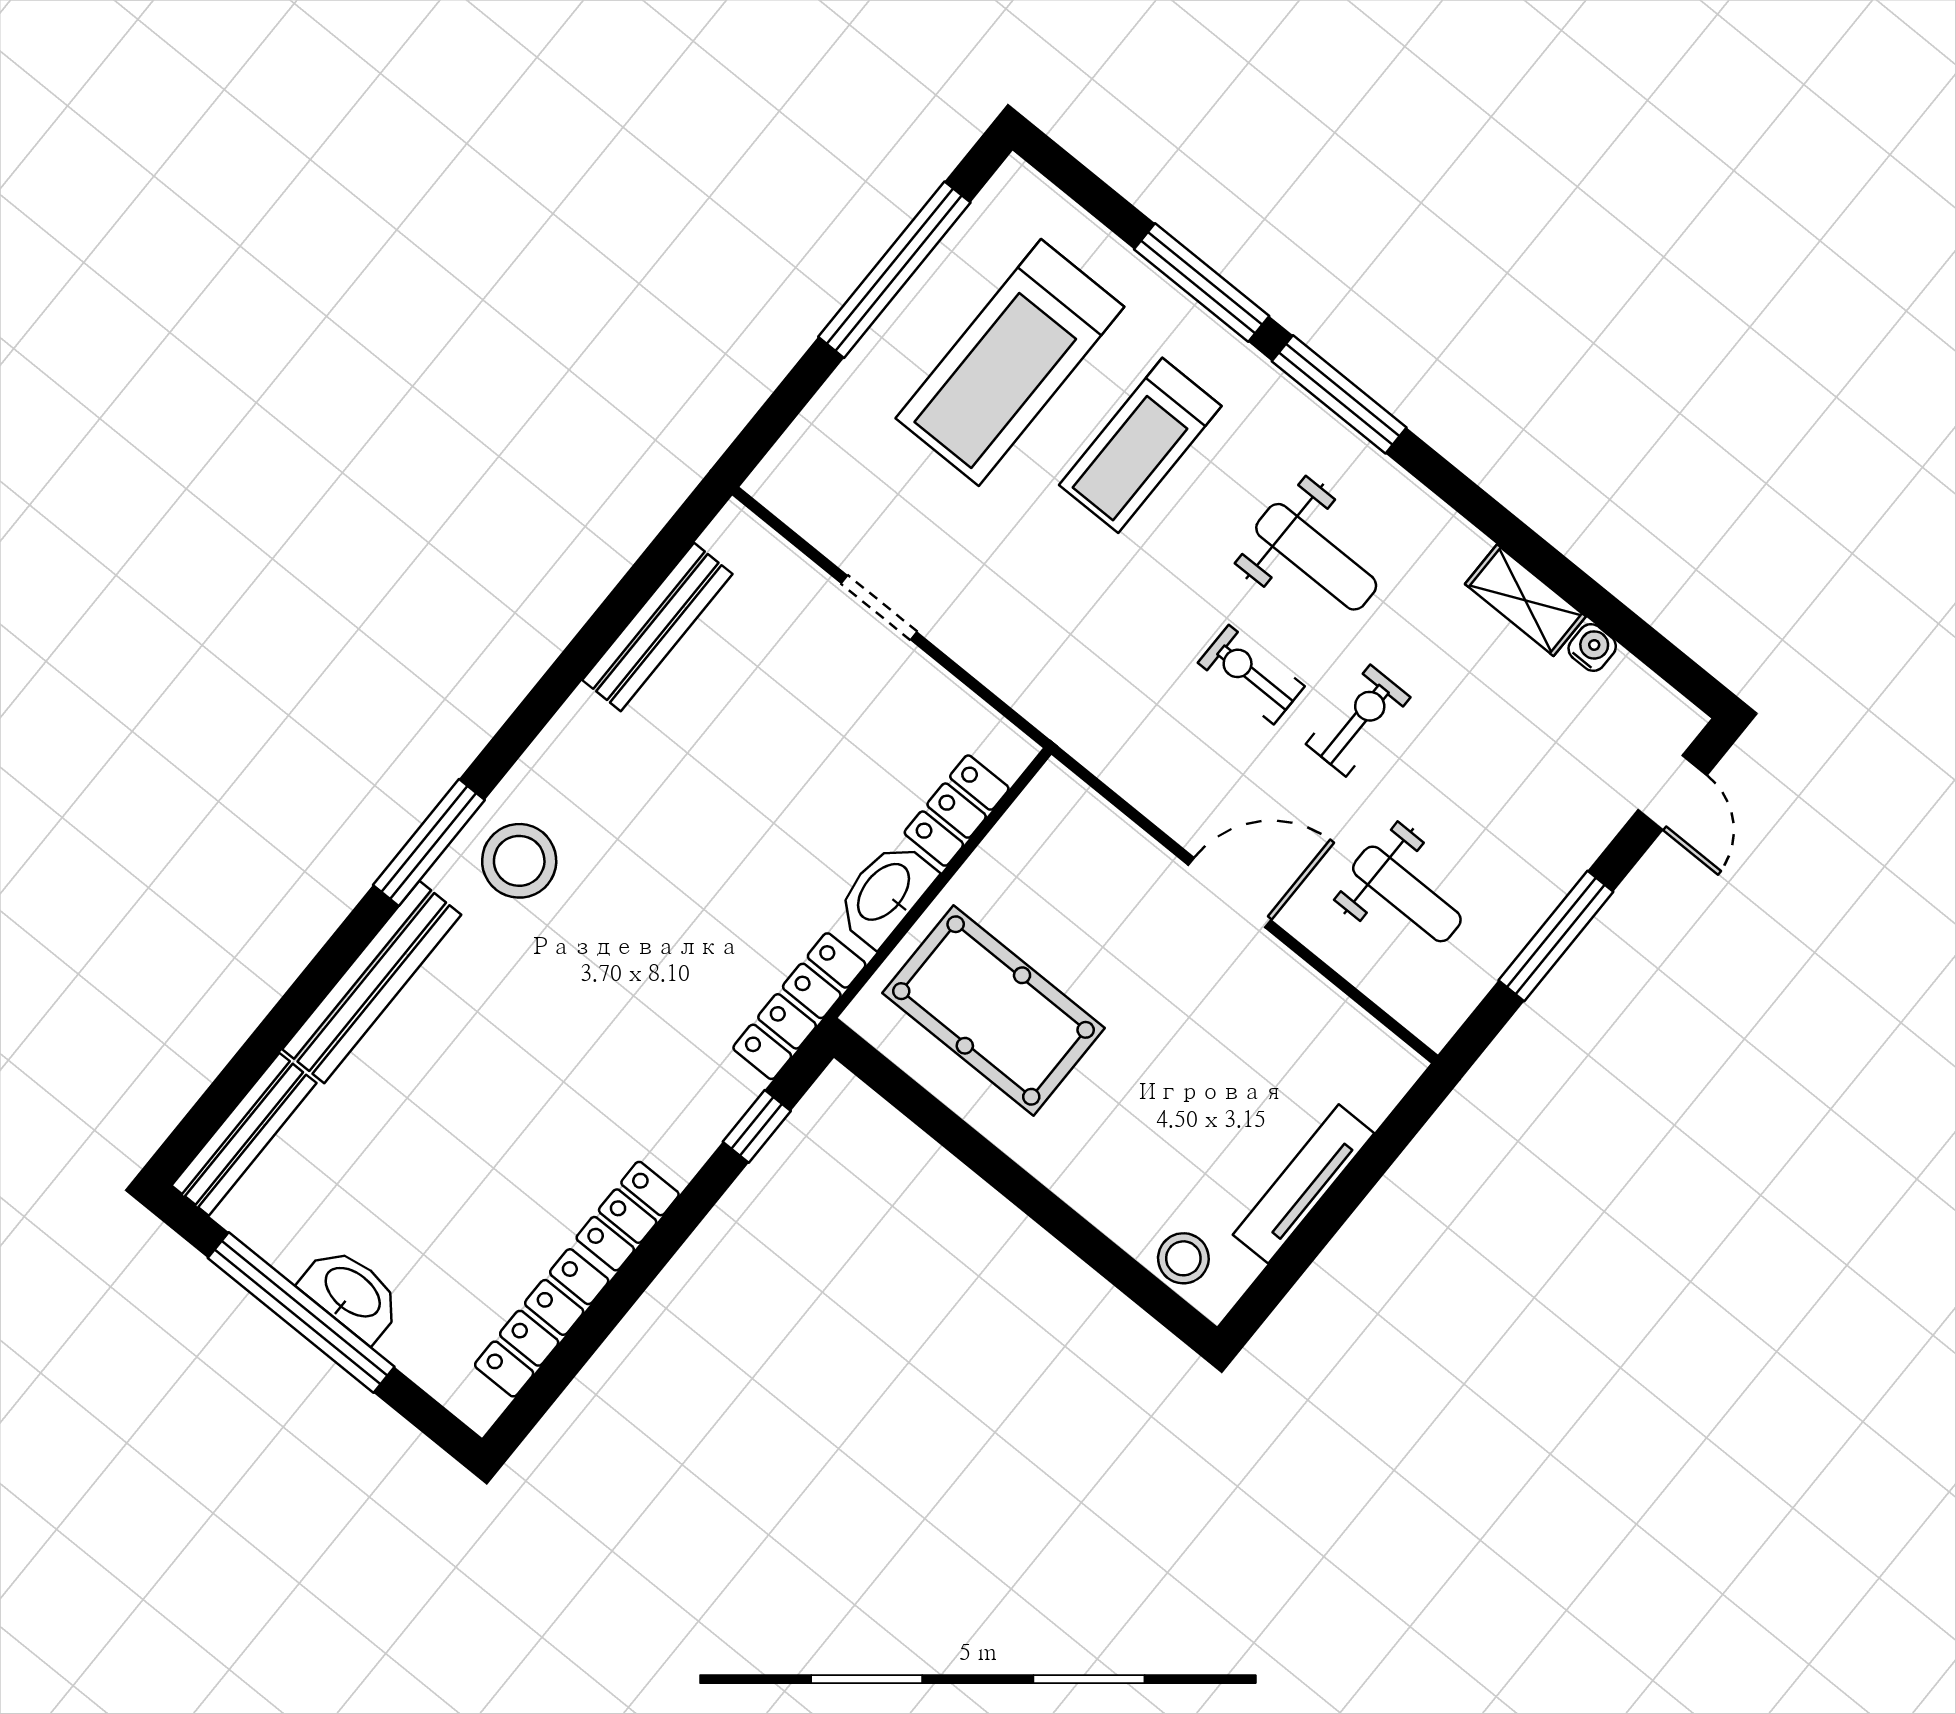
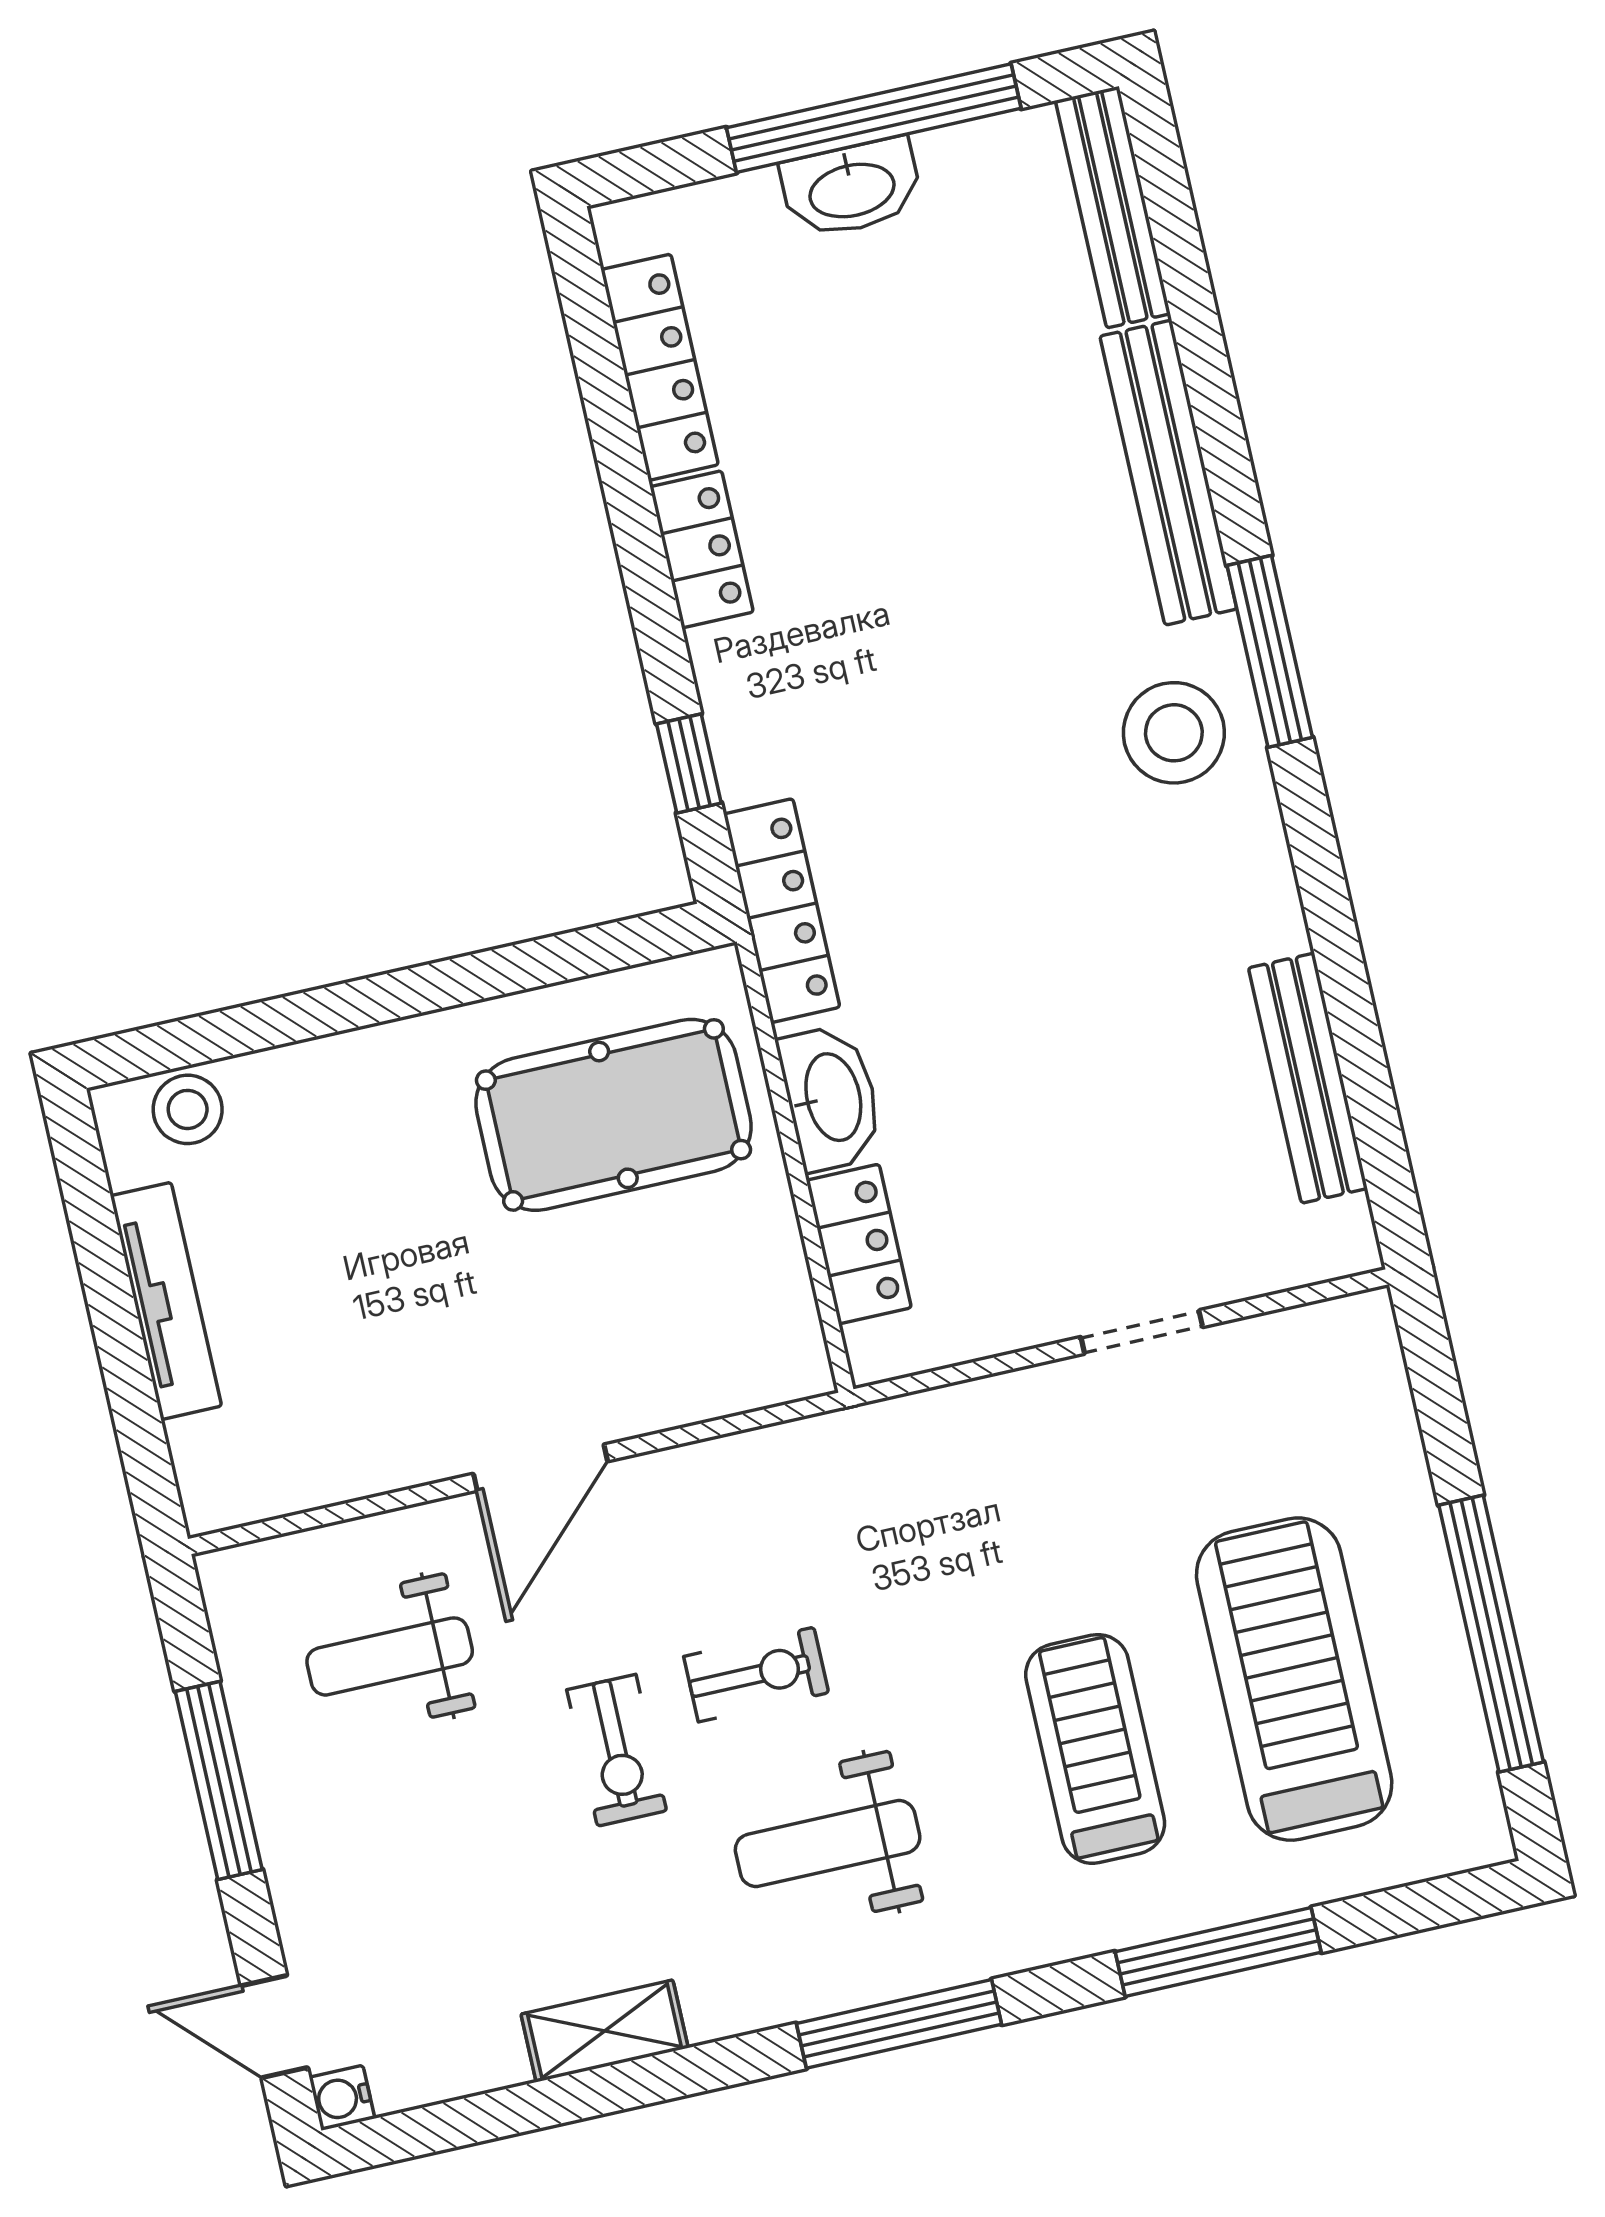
window: (1339, 394) -> (899, 2024), moved
water cooler: (1592, 647) -> (342, 2098), moved, turned 90

